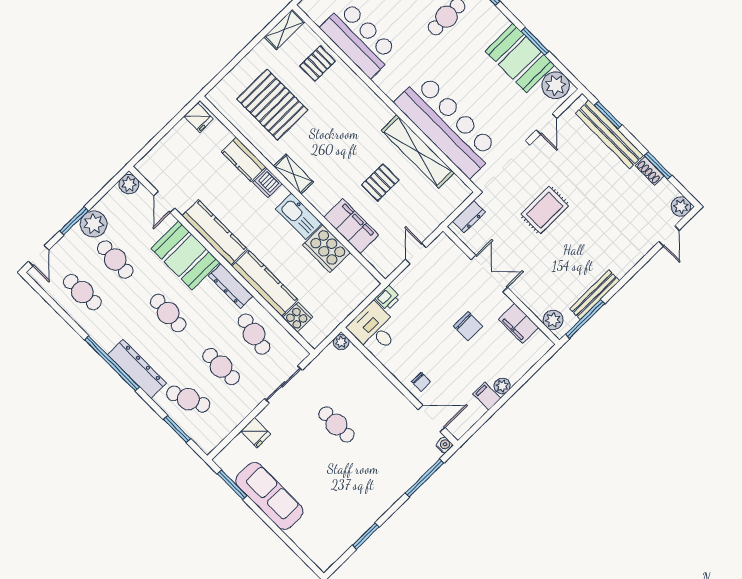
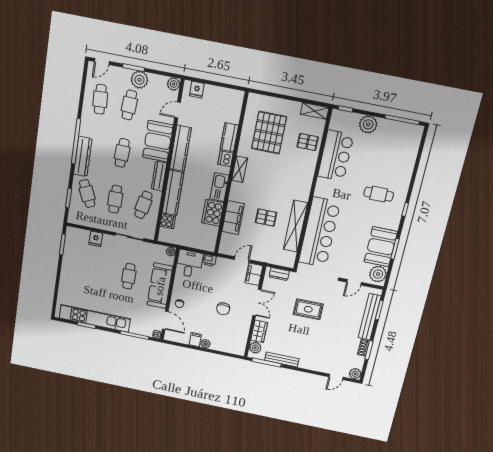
fridge: (199, 118) -> (197, 90), moved
wardrobe: (533, 298) -> (259, 331), added
filing cabinet: (519, 324) -> (254, 274), moved
sofa: (269, 496) -> (160, 286), moved, turned 180
kitchen unit: (364, 517) -> (95, 318), added

